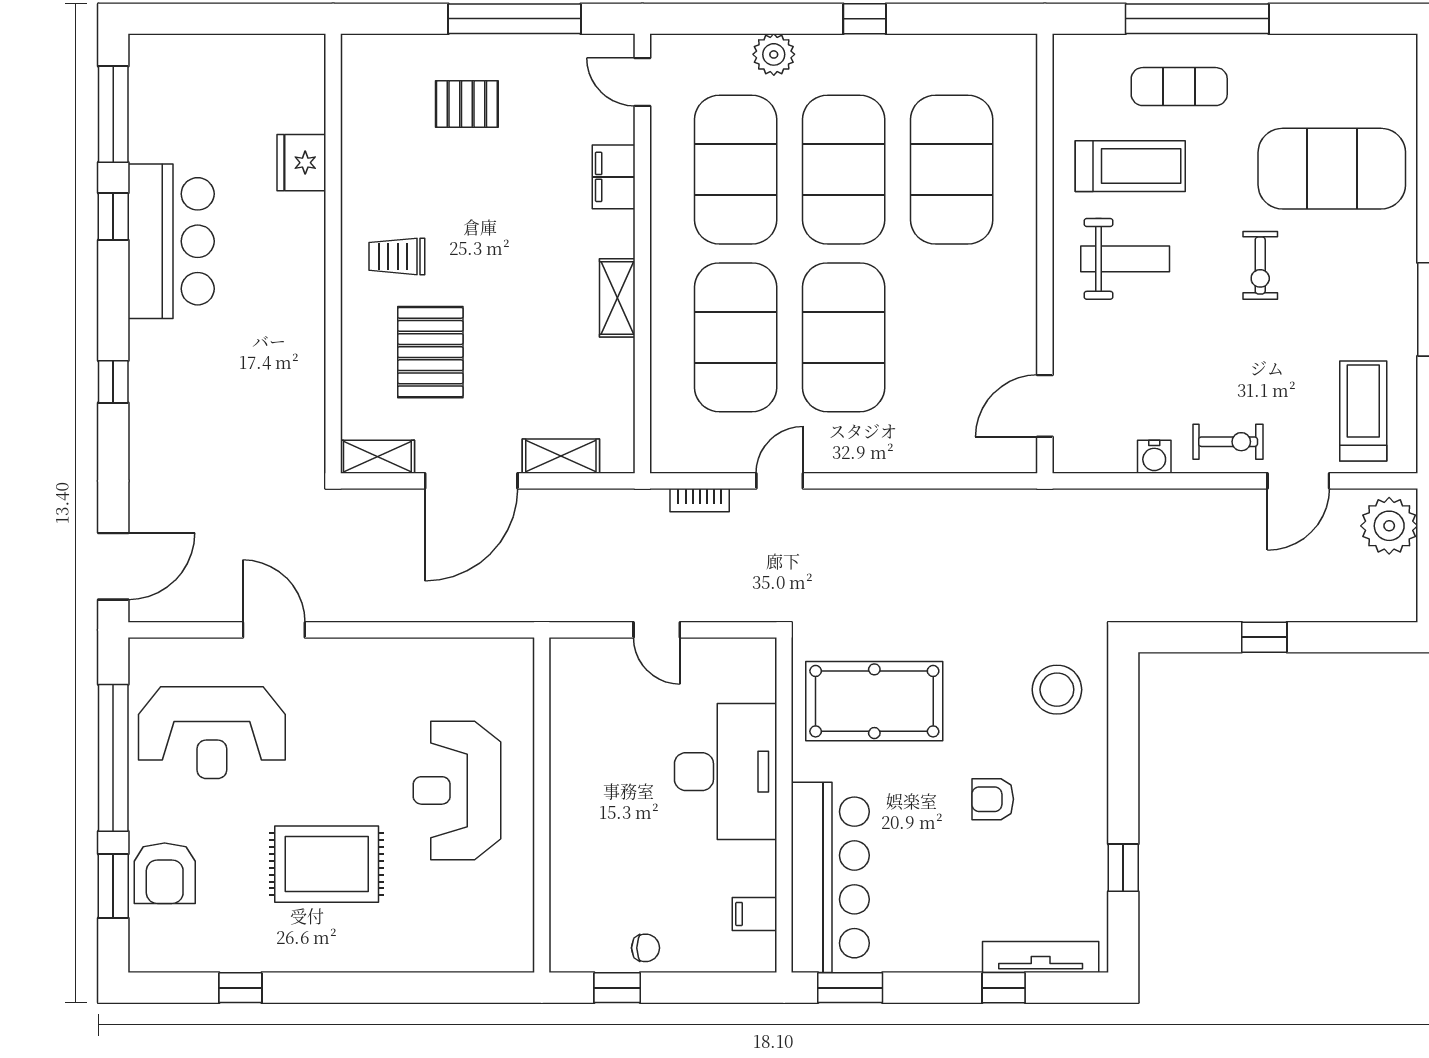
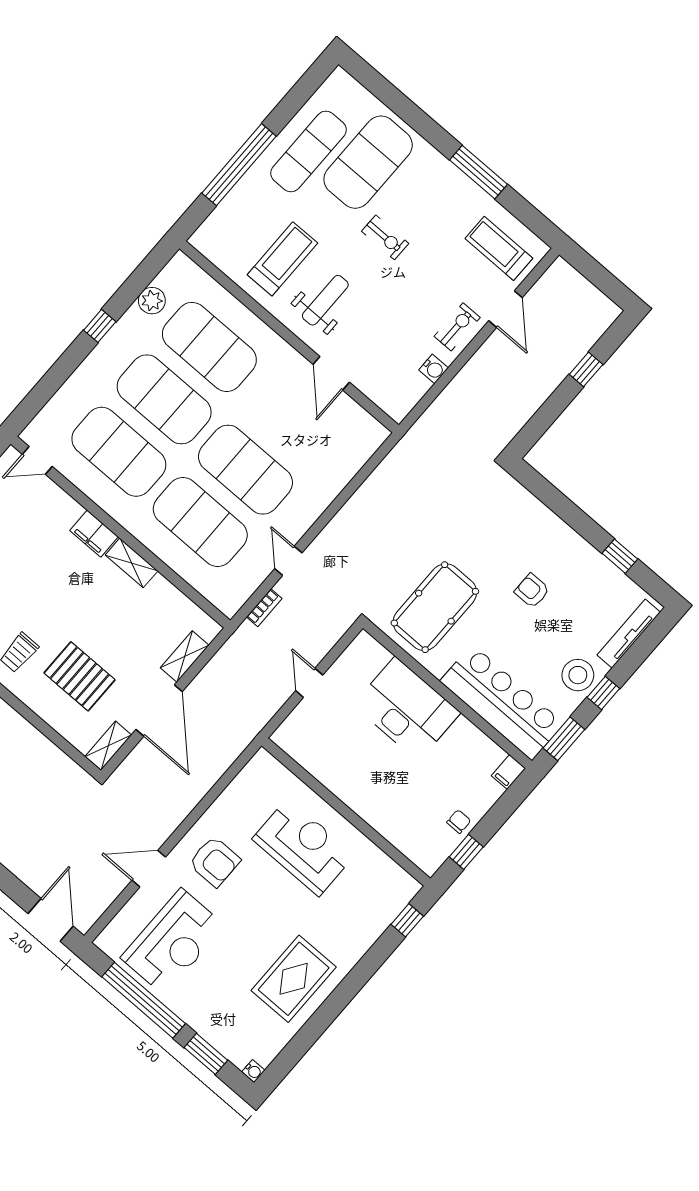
plant: (774, 54) -> (152, 301), moved
exercise mat: (1179, 87) -> (308, 151), moved, width x1.36, depth x1.45
filing cabinet: (614, 177) -> (94, 534), moved
door: (1045, 406) -> (331, 373), moved
plant: (1389, 526) -> (565, 284), removed
door: (657, 630) -> (309, 683), swing flipped
window: (1264, 637) -> (586, 369), moved
stool: (1057, 690) -> (578, 675), moved
reception desk: (457, 790) -> (303, 847), turned 180
armchair: (993, 799) -> (532, 591), turned 90
rug: (327, 864) -> (294, 979), moved
armchair: (165, 873) -> (215, 862), moved
filing cabinet: (755, 914) -> (508, 772), moved
water cooler: (141, 960) -> (253, 1071), added
window: (240, 988) -> (407, 920), moved
window: (1004, 988) -> (603, 693), moved

